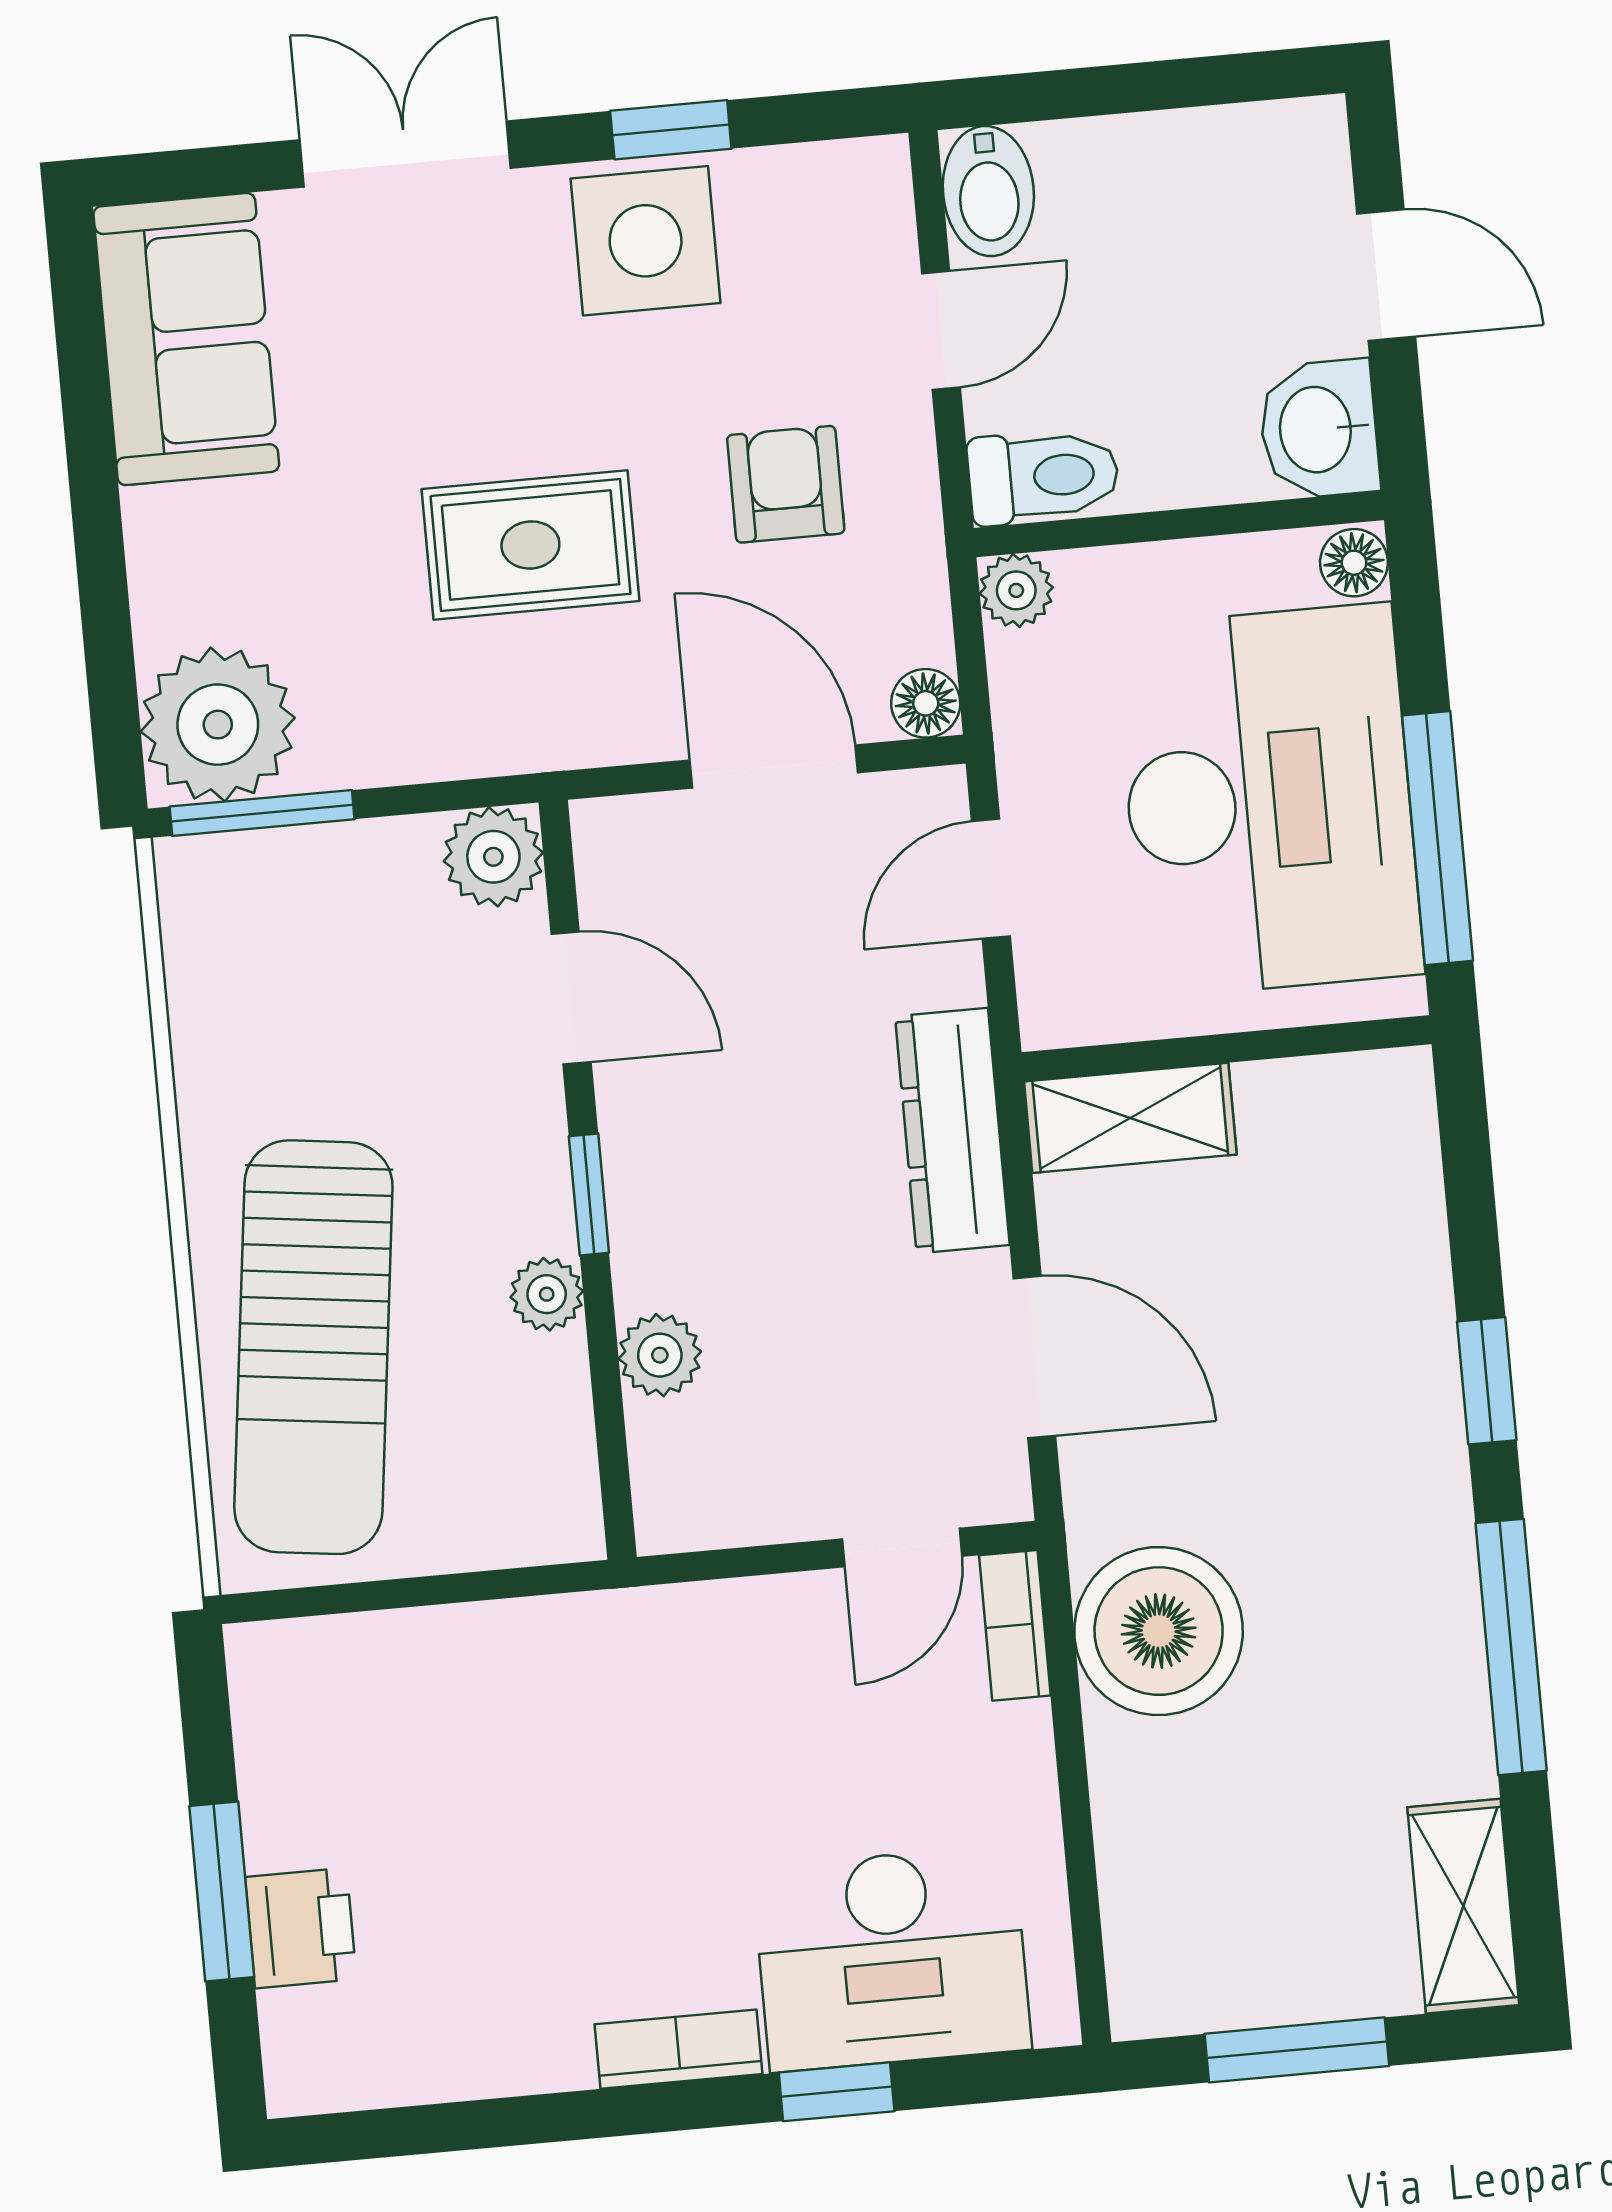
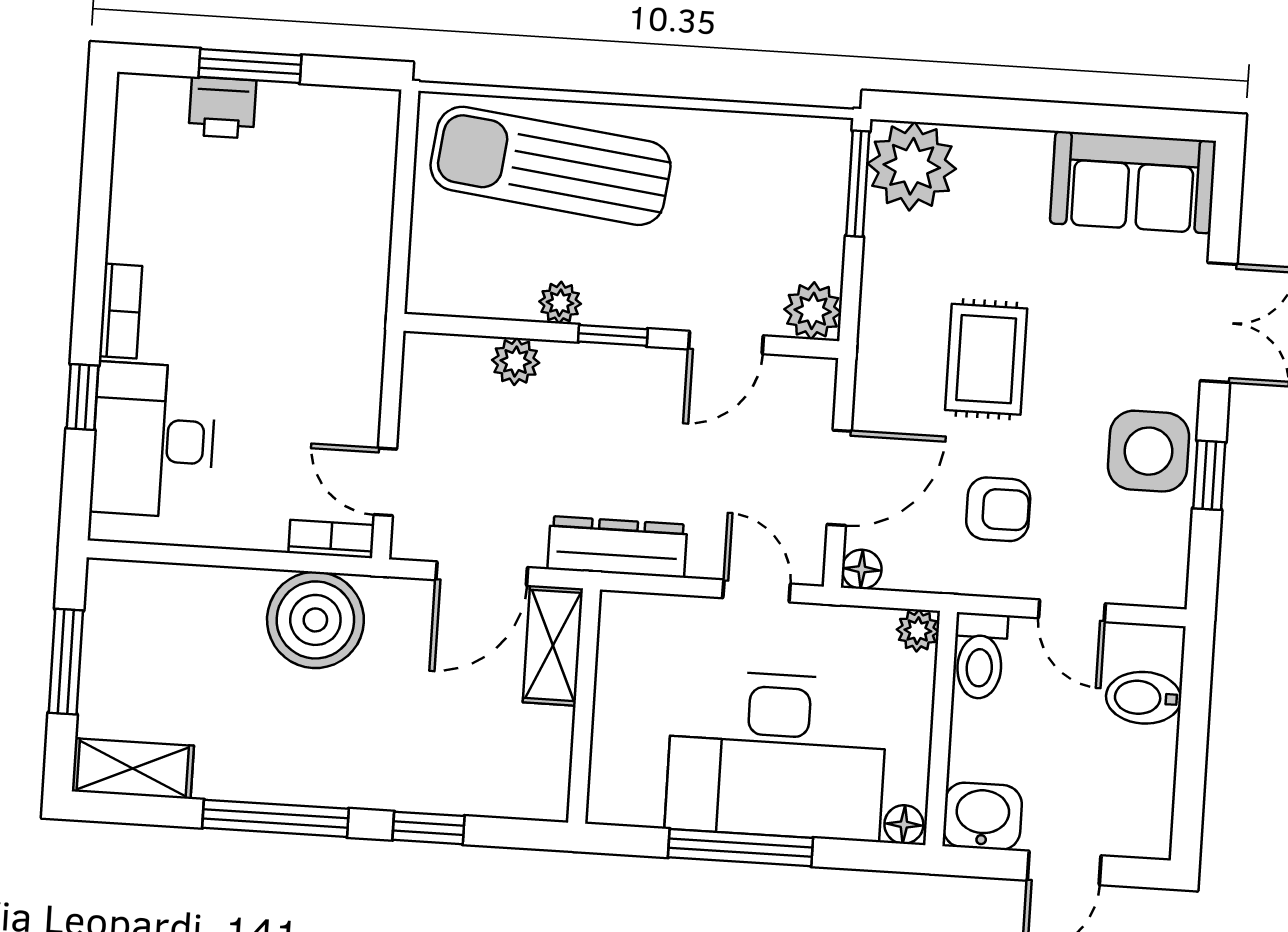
bidet: (988, 191) -> (1144, 698), moved
wall: (1227, 1048) -> (584, 706), moved
shelving: (1130, 1118) -> (553, 645), moved

